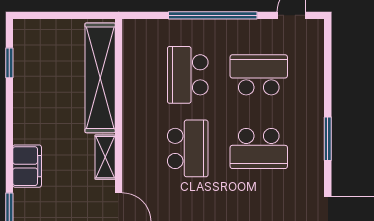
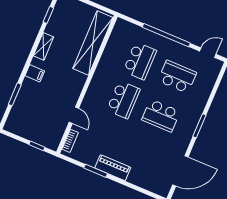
school desk: (188, 75) -> (140, 61), turned 180
shelving: (105, 157) -> (43, 46), moved
filing cabinet: (27, 166) -> (35, 73), width x0.50

